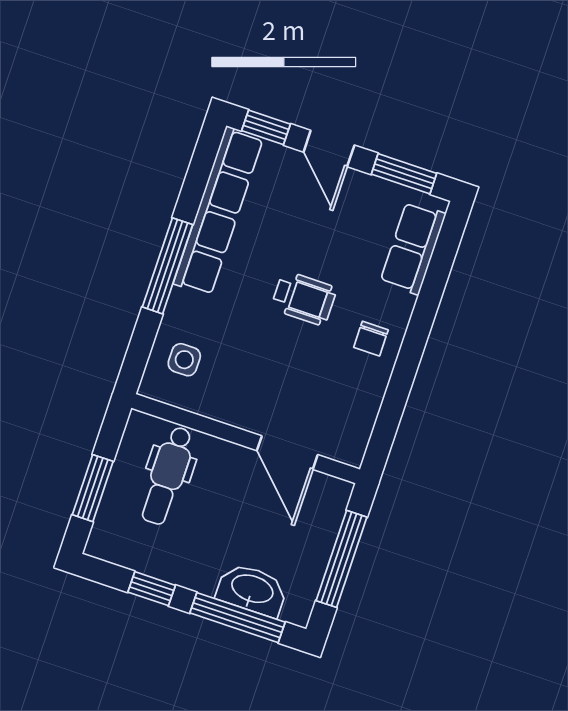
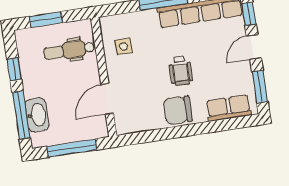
chair: (371, 339) -> (178, 110), width x1.87, depth x1.87
side table: (184, 360) -> (124, 47), moved

